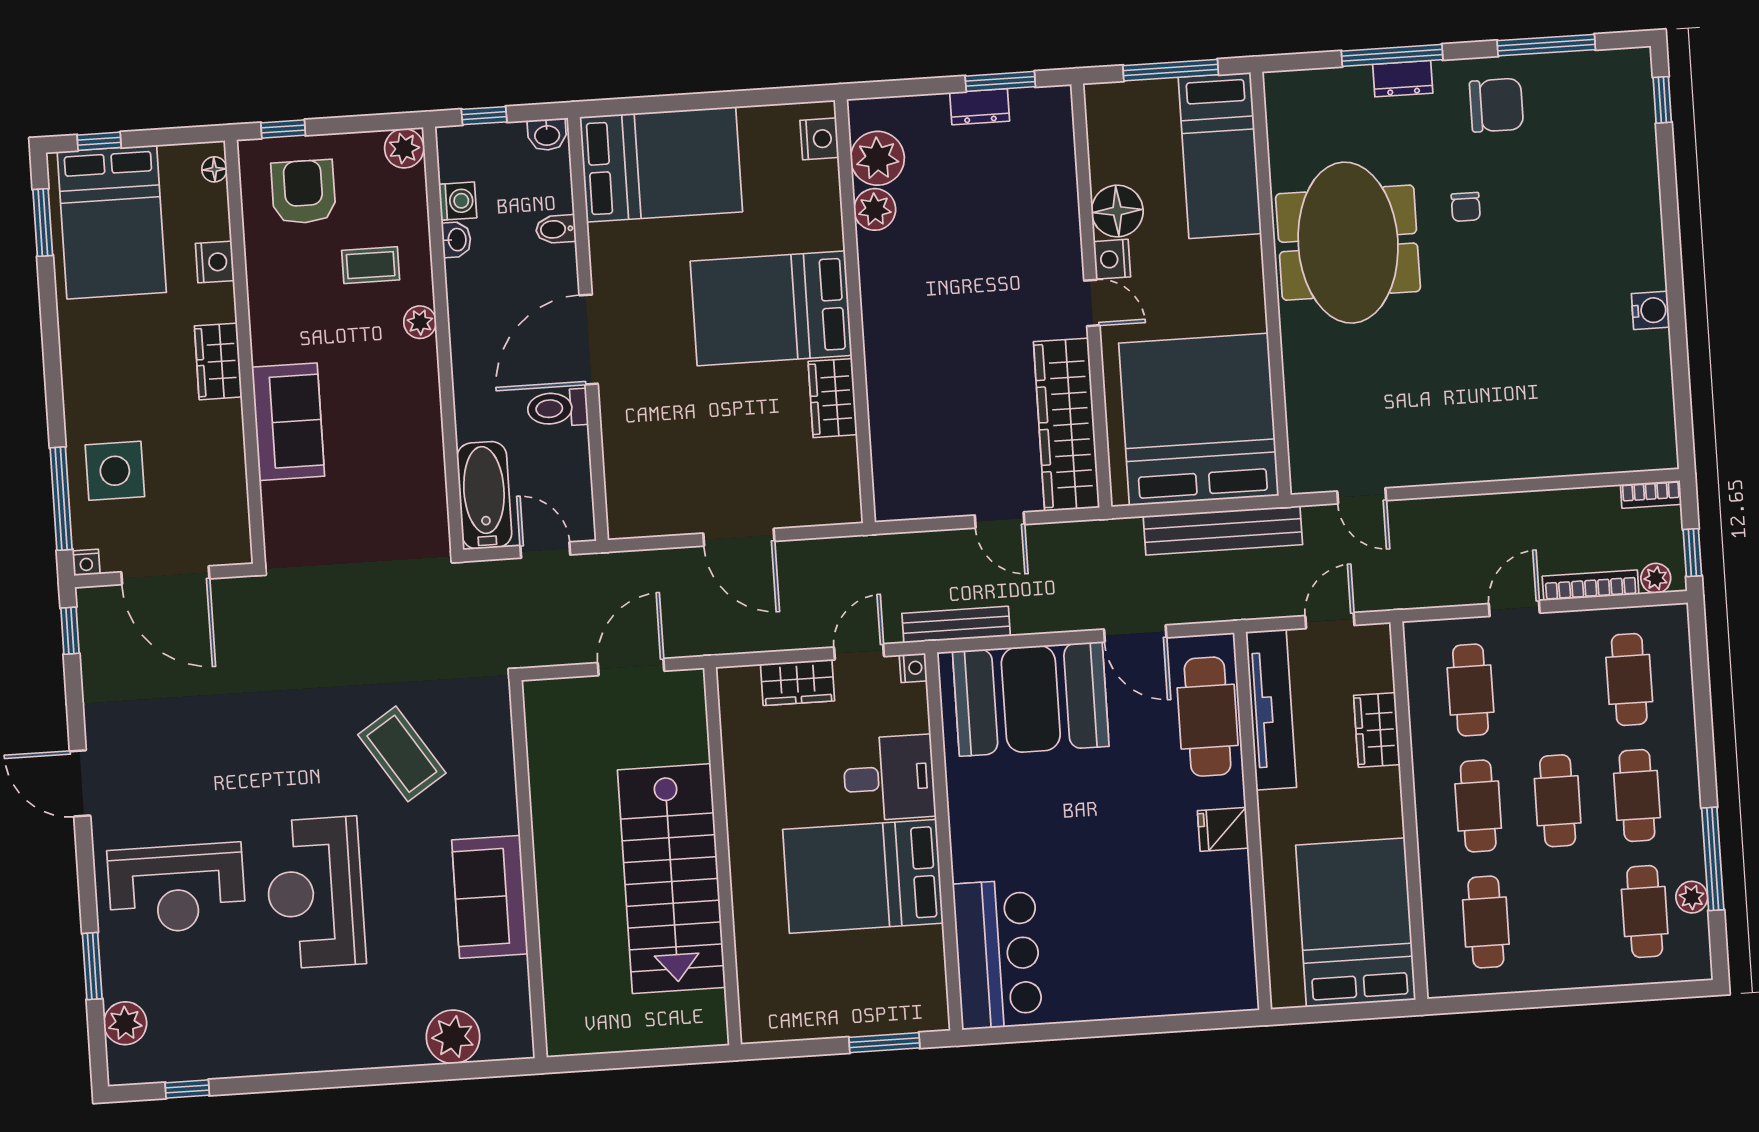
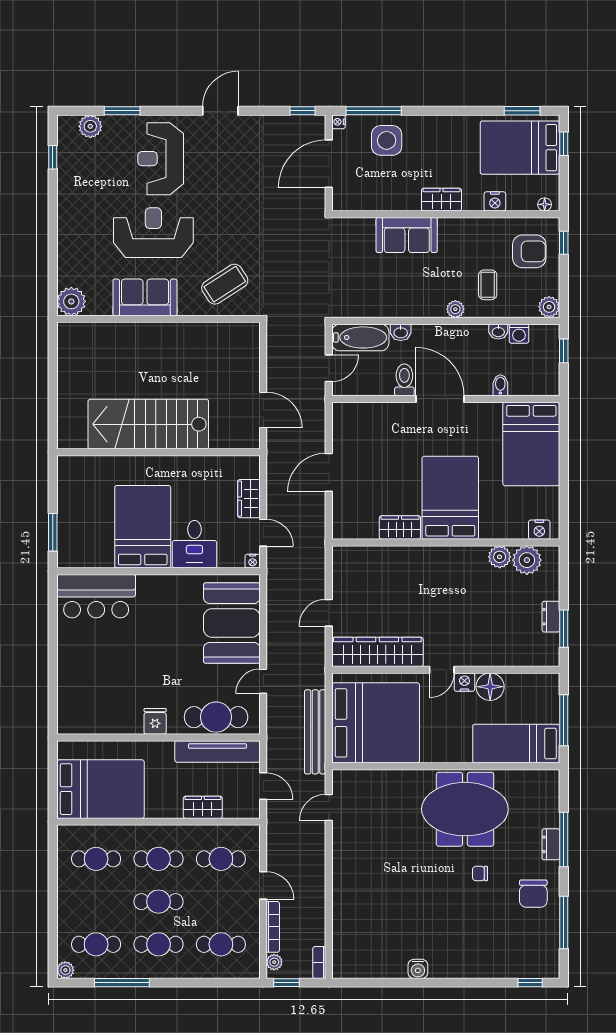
washbasin: (547, 135) -> (401, 332), moved, turned -90
bench: (956, 625) -> (274, 586), removed
door: (1135, 633) -> (263, 681), width x0.73
wall: (528, 869) -> (158, 319), moved
sofa: (490, 897) -> (145, 297), moved
plant: (1692, 897) -> (65, 970), moved

